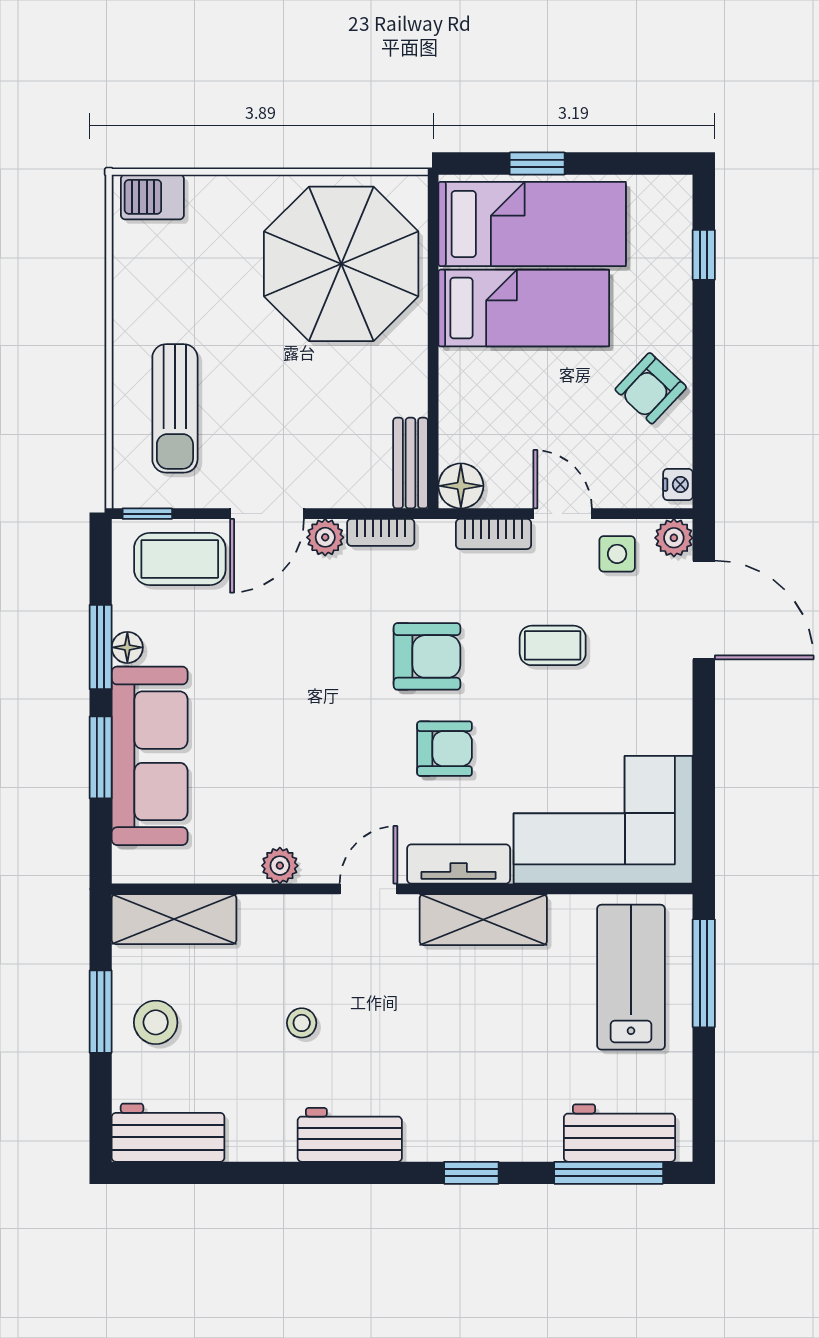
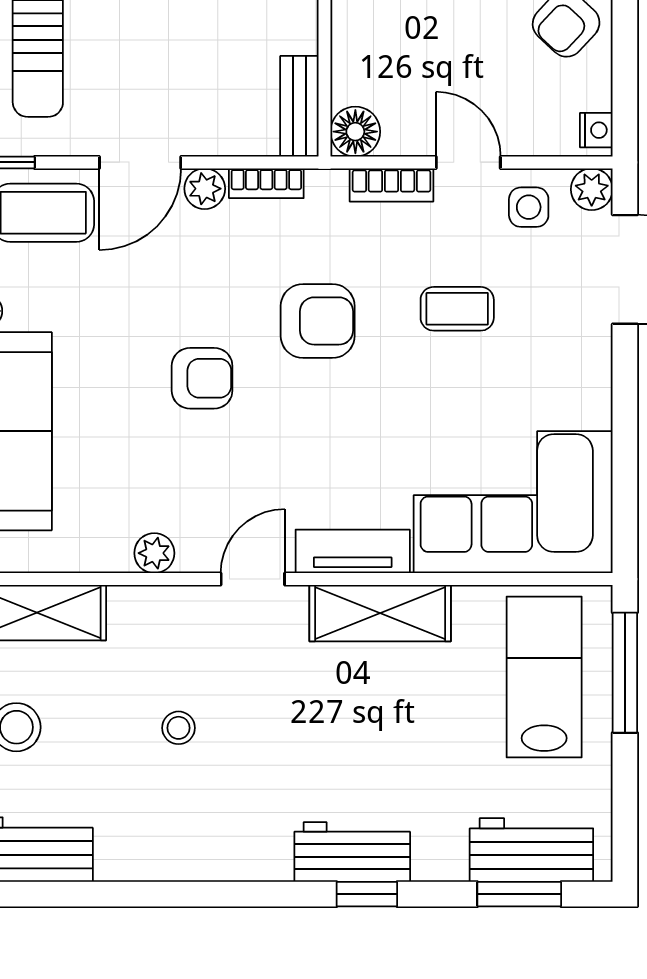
armchair: (445, 749) -> (202, 378), moved
workbench: (350, 1135) -> (352, 852), moved
window: (609, 1173) -> (519, 894), width x0.69

